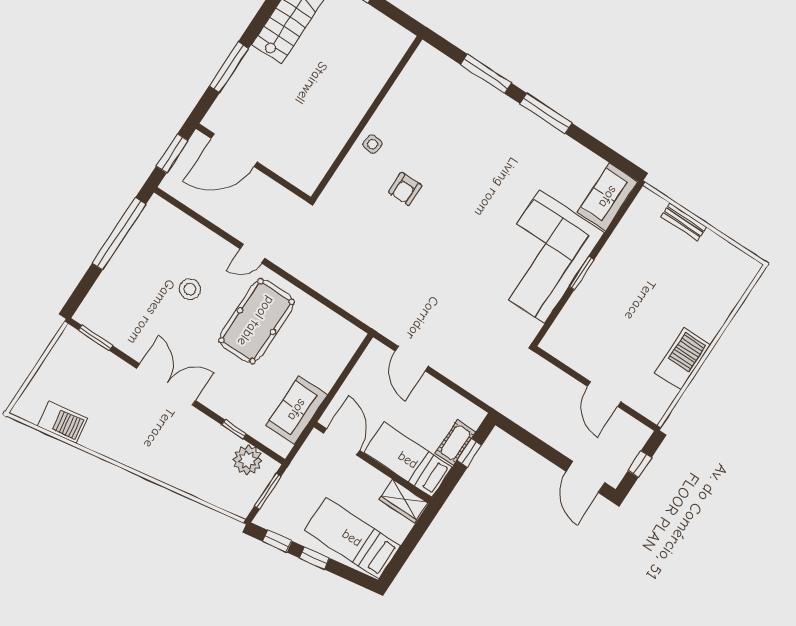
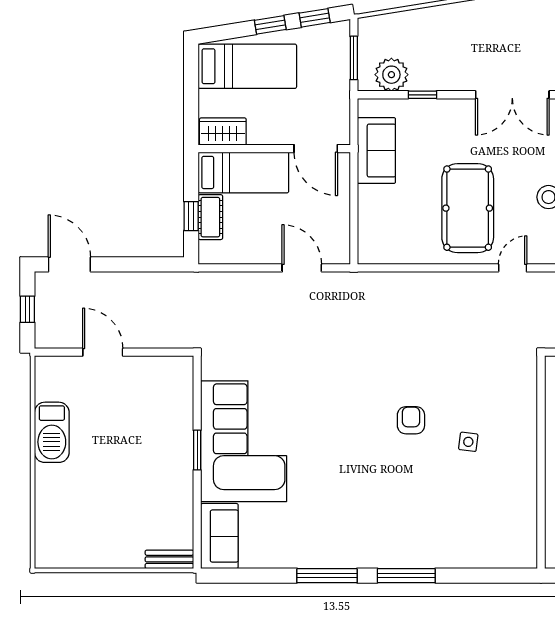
wall: (367, 118) -> (541, 462), moved
bench: (684, 222) -> (169, 559), moved

